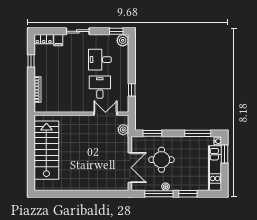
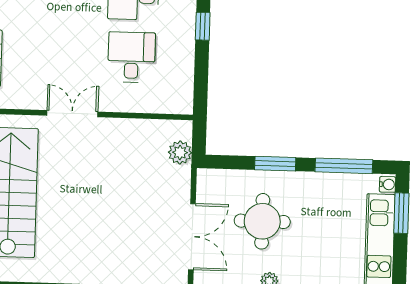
window: (132, 90) -> (203, 26), moved
double door: (105, 114) -> (72, 114), moved
window: (152, 133) -> (275, 164), moved

